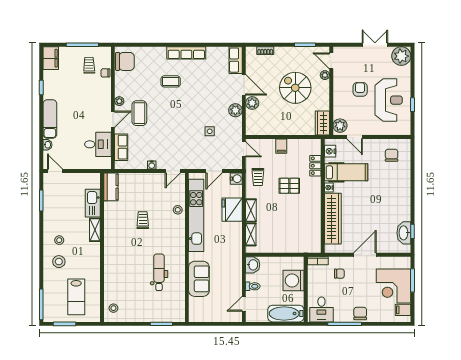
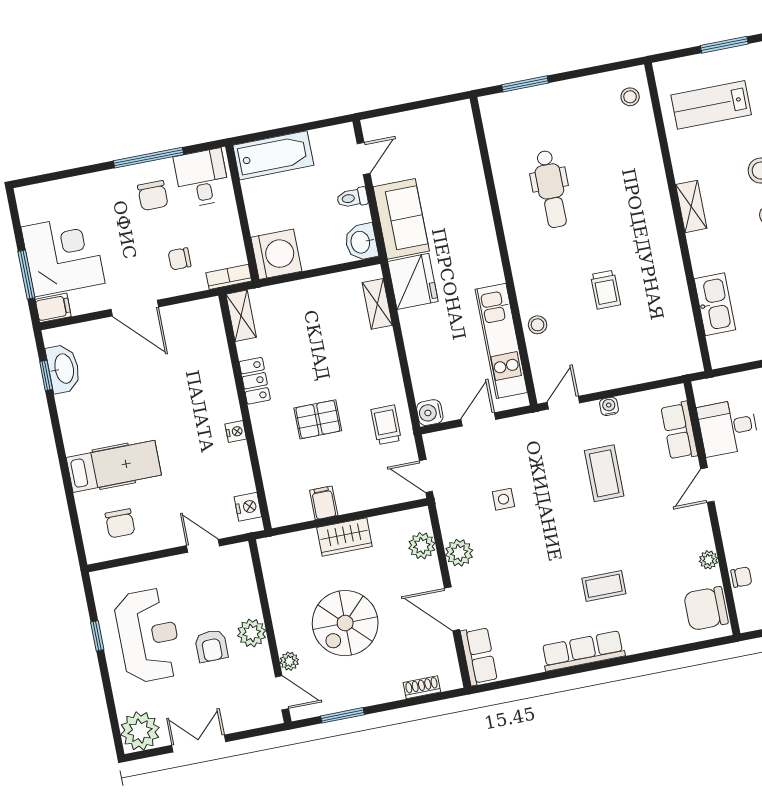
double door: (375, 45) -> (199, 744), swing flipped
spiral stairs: (295, 88) -> (345, 623), turned 90
reception desk: (389, 100) -> (148, 635), turned 180
plant: (119, 101) -> (709, 560), moved
plant: (252, 103) -> (422, 546), moved
coffee table: (139, 113) -> (604, 473), moved
wardrobe: (322, 123) -> (344, 537), moved, turned 90
plant: (340, 126) -> (252, 633), moved
filing cabinet: (281, 146) -> (324, 503), moved
locker: (315, 166) -> (255, 381), moved
hospital bed: (346, 172) -> (114, 466), moved, turned 180
kitchen counter: (111, 187) -> (684, 345), removed
fridge: (232, 210) -> (413, 281), moved
shelving: (251, 210) -> (241, 316), moved
kitchen unit: (196, 215) -> (501, 341), width x0.73
wardrobe: (333, 219) -> (215, 369), removed
shelving: (95, 230) -> (691, 206), moved
door: (365, 255) -> (135, 308), hinge flipped
sofa: (199, 279) -> (401, 219), moved, turned 180
washing machine: (294, 280) -> (276, 254), moved
lab bench: (76, 297) -> (711, 105), turned -90
filing cabinet: (403, 310) -> (53, 308), moved
chair: (360, 313) -> (153, 196), moved

